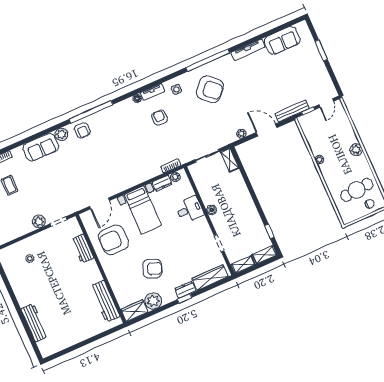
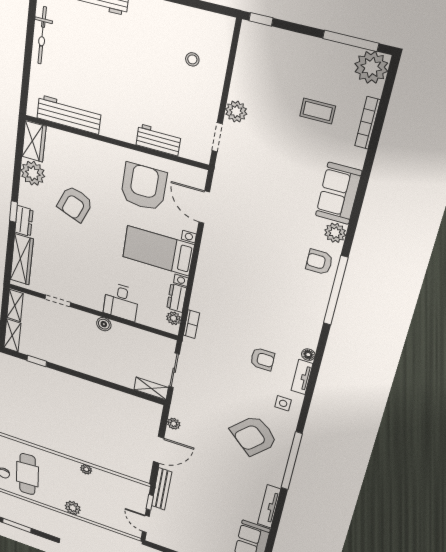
bicycle: (74, 339) -> (42, 35), added

